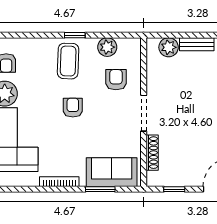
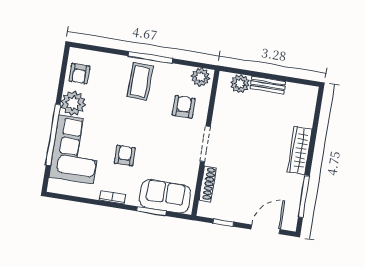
window: (75, 35) -> (151, 57), width x2.17
plant: (107, 47) -> (201, 77), moved
armchair: (73, 108) -> (125, 156), moved
bookcase: (59, 182) -> (113, 197), width x0.64

